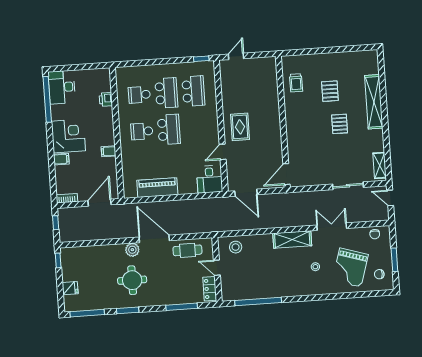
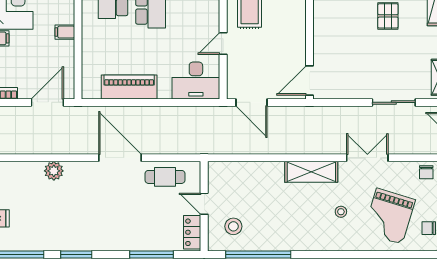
desk: (210, 179) -> (196, 80), width x1.37
stool: (236, 247) -> (233, 226), moved
plant: (132, 250) -> (54, 171), moved
round table: (132, 280) -> (85, 213), removed

